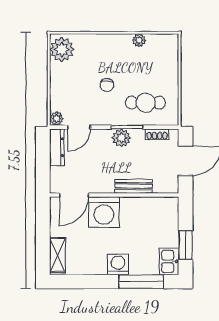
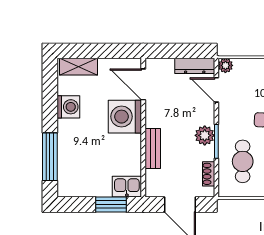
window: (185, 245) -> (111, 204), moved
kitchen sink: (169, 261) -> (127, 187), moved
washing machine: (118, 264) -> (68, 107), moved

